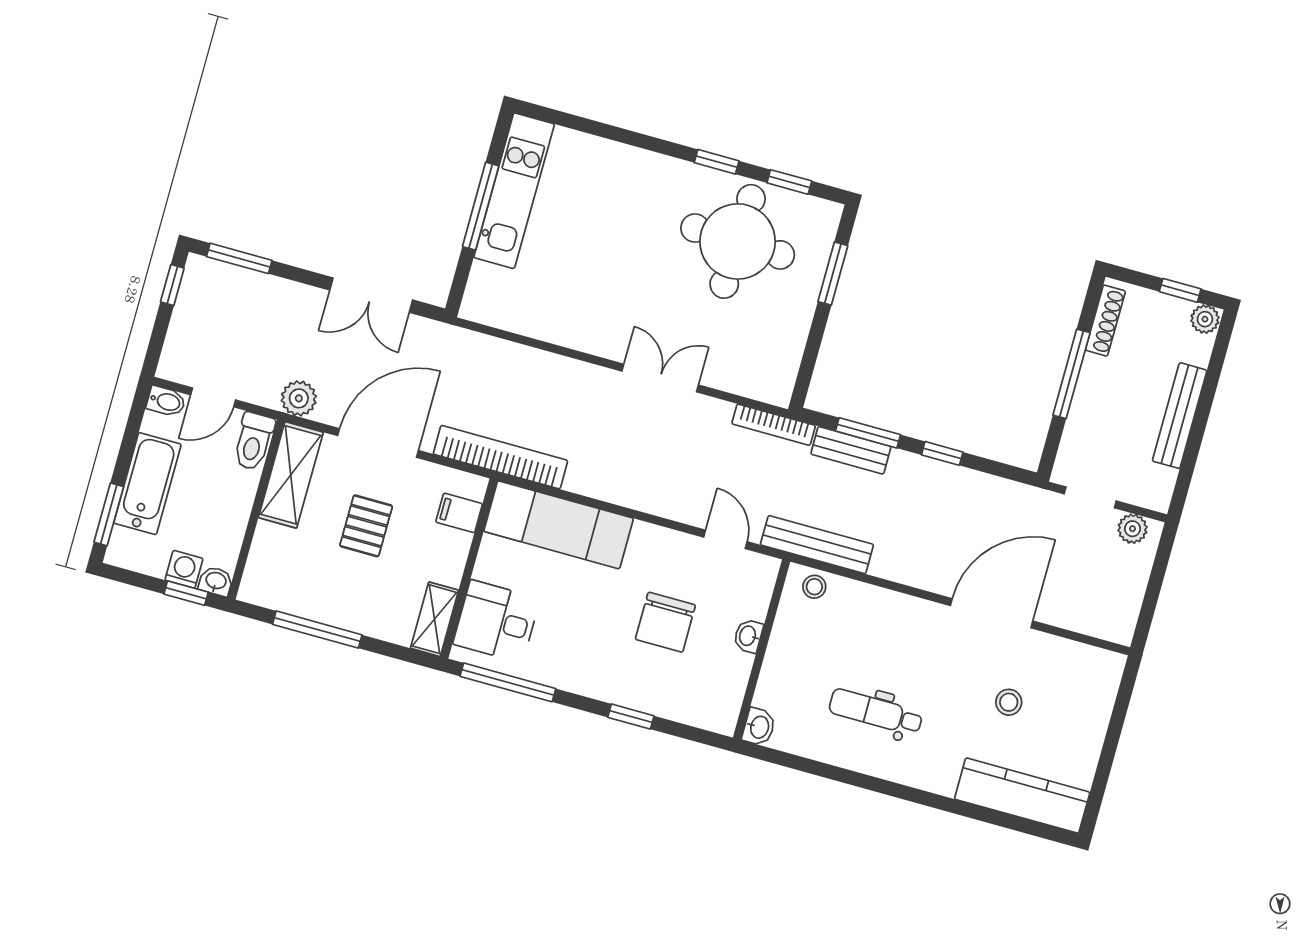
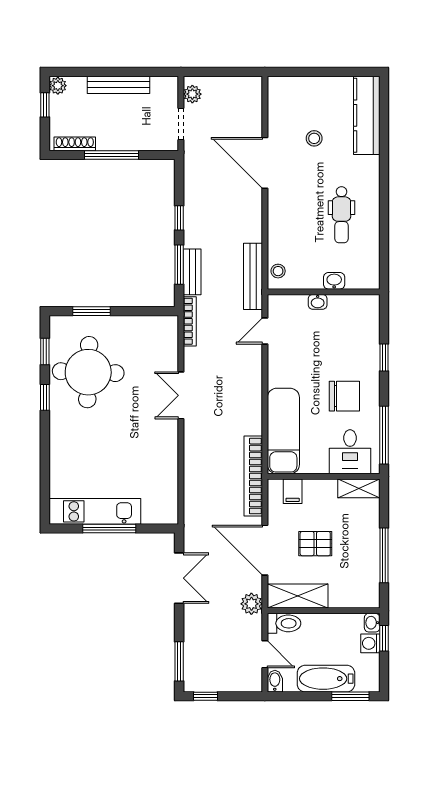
chair: (665, 622) -> (344, 396), moved
washbasin: (759, 727) -> (334, 281), moved

